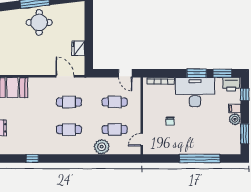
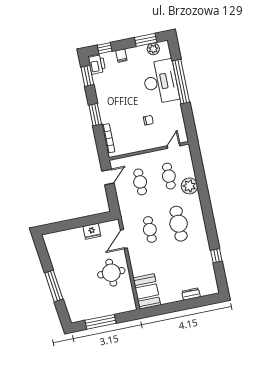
round table: (39, 22) -> (111, 273), moved
window: (197, 73) -> (95, 115), moved
desk: (195, 92) -> (160, 82), moved, turned 180
plant: (235, 119) -> (153, 49), moved
cafe table: (69, 130) -> (179, 224), width x1.37, depth x1.35
door: (142, 140) -> (174, 146), swing flipped

